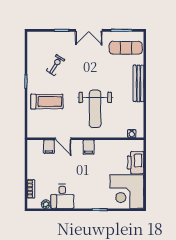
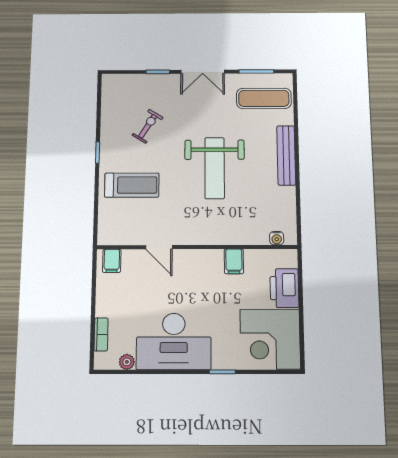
weight bench: (95, 109) -> (215, 168), moved
filing cabinet: (49, 147) -> (112, 261), moved
filing cabinet: (89, 147) -> (234, 261), moved
desk: (62, 196) -> (174, 341), width x1.87, depth x1.30

